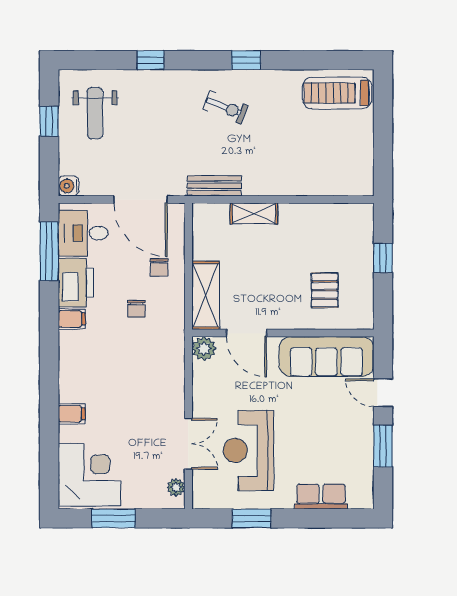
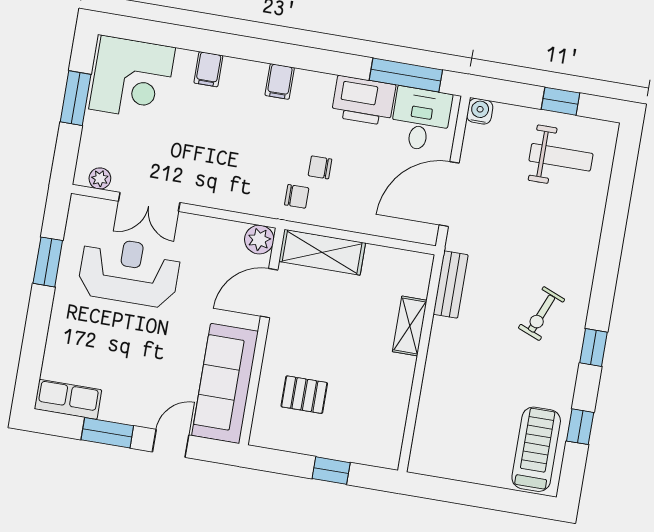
window: (150, 60) -> (580, 427), moved
weight bench: (95, 113) -> (561, 157), turned 180
chair: (159, 267) -> (297, 196), moved, turned 180
filing cabinet: (72, 319) -> (280, 81), moved
row of seats: (321, 497) -> (68, 399), moved, turned -90

